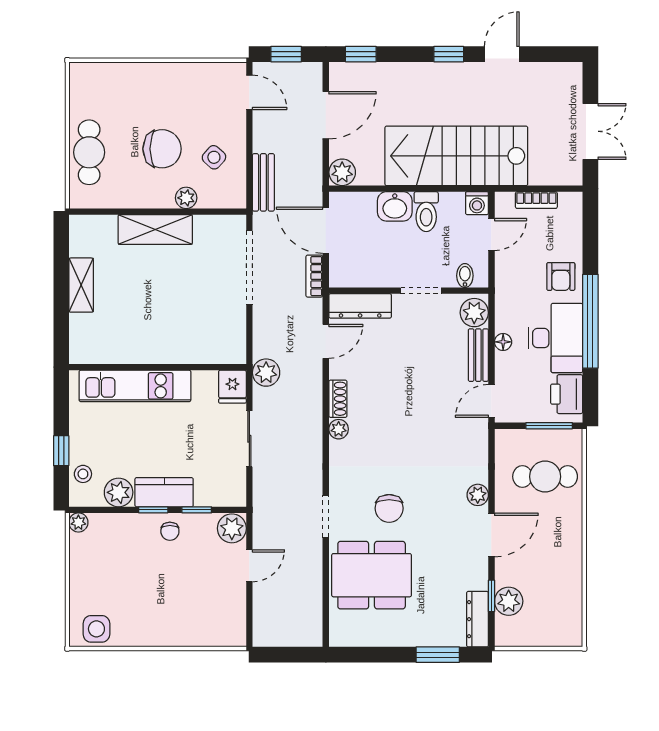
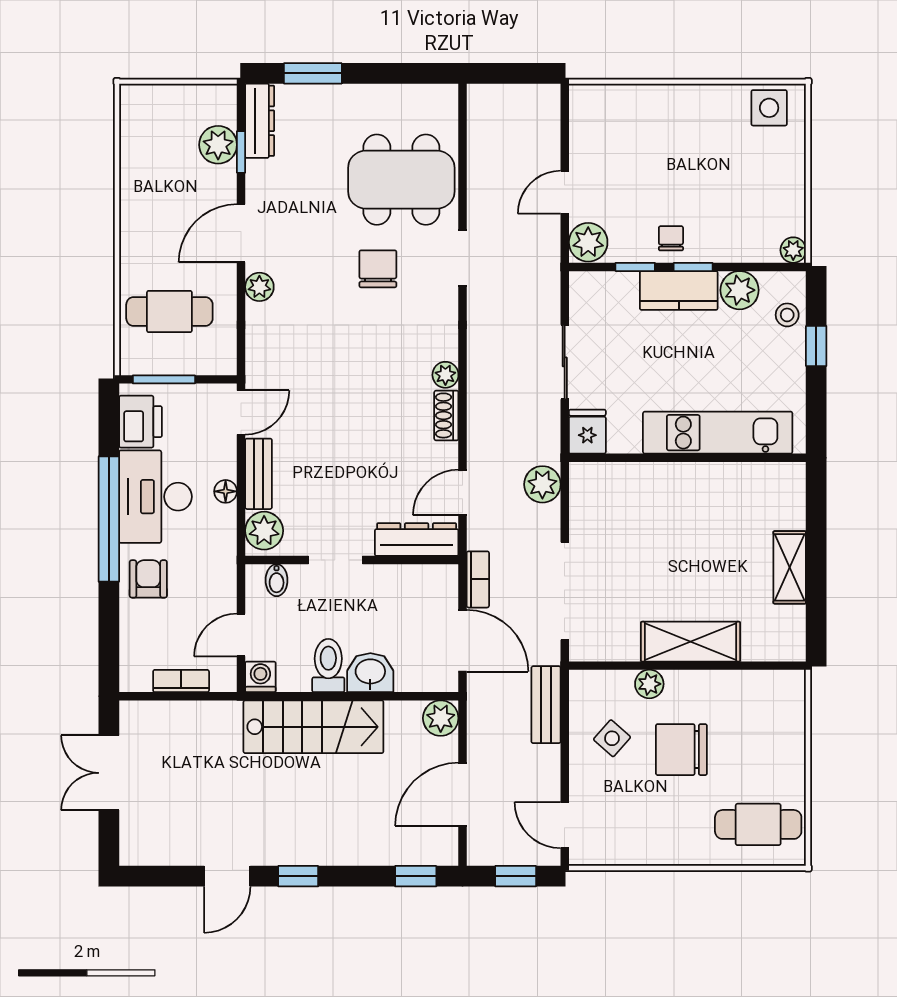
cafe table: (89, 152) -> (758, 824), moved, turned 90
stairs: (456, 156) -> (313, 727), width x0.73, depth x0.66
plant: (266, 373) -> (542, 484), moved

